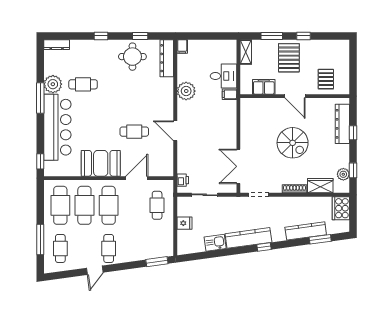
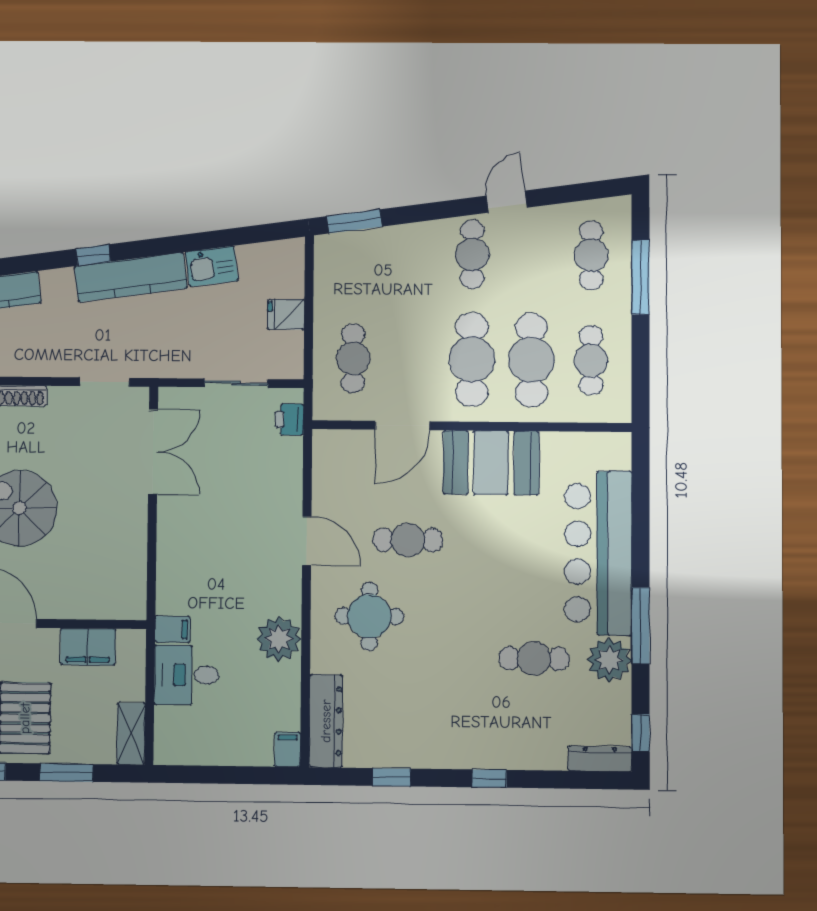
round table: (132, 57) -> (369, 616), moved
window: (40, 161) -> (641, 733), moved
cafe table: (60, 205) -> (591, 360), width x0.73, depth x0.74

